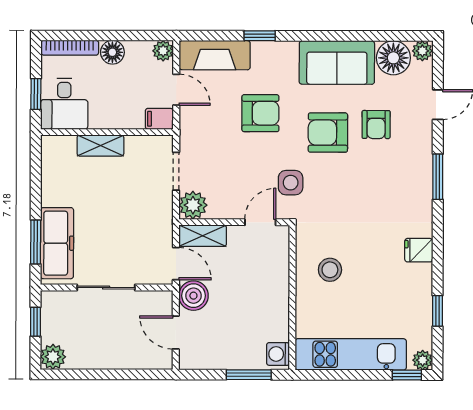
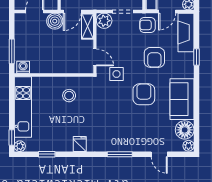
armchair: (376, 125) -> (147, 25), moved

